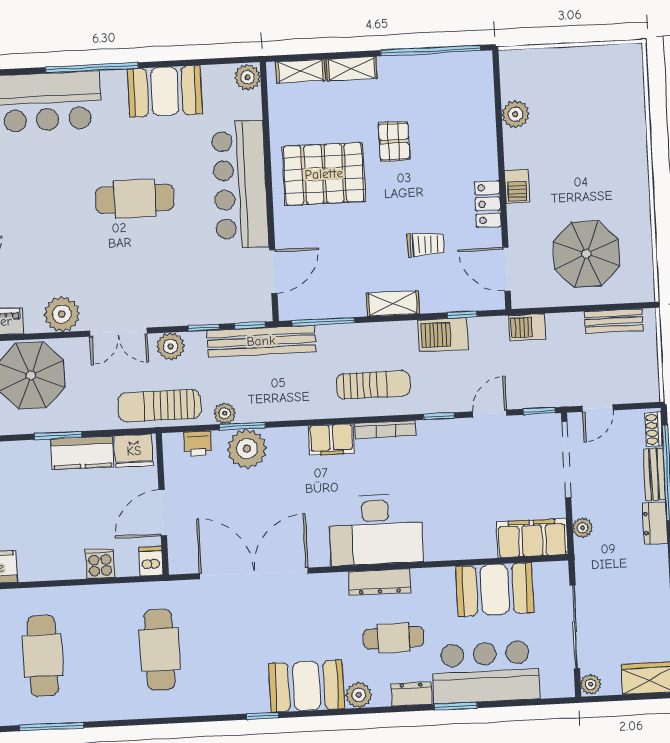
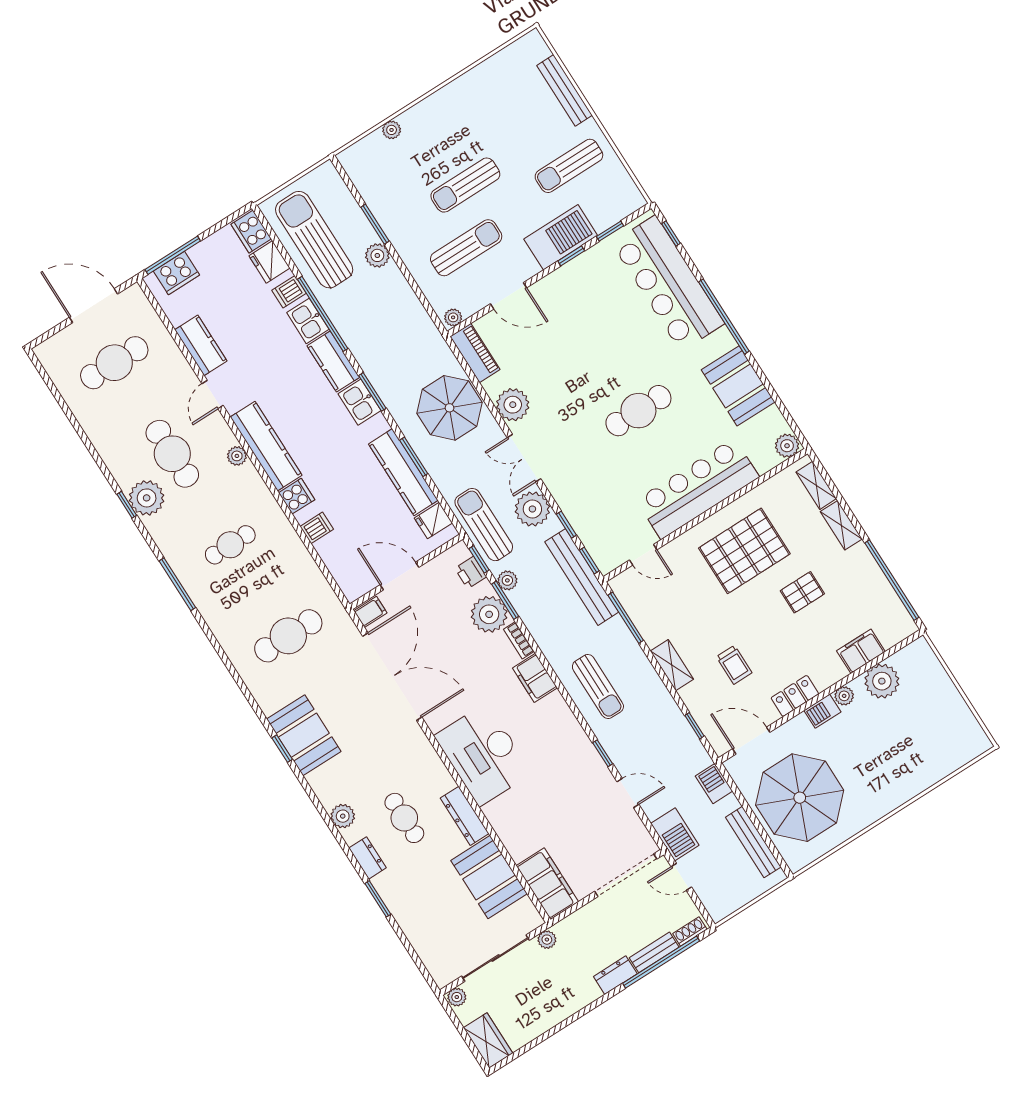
plant: (515, 114) -> (882, 681), width x1.36, depth x1.36
filing cabinet: (481, 118) -> (861, 651), added
plant: (514, 157) -> (844, 696), added
pallet: (324, 174) -> (744, 551), turned 90
cafe table: (135, 199) -> (638, 411), turned 90
parasol: (586, 254) -> (800, 798), width x1.36, depth x1.36
door: (506, 269) -> (751, 741), hinge flipped
door: (273, 271) -> (643, 555), width x0.73
bench: (614, 321) -> (753, 842), width x1.36
barbecue: (443, 335) -> (675, 834), moved, turned 180
plant: (170, 346) -> (532, 509), width x1.36, depth x1.36
window: (539, 411) -> (479, 559), moved
bookcase: (385, 430) -> (519, 640), moved, width x0.64
fridge: (134, 451) -> (433, 520), width x0.72
kitchen counter: (82, 453) -> (403, 472), width x1.50
plant: (583, 528) -> (547, 940), moved
filing cabinet: (181, 559) -> (370, 612), added
dishwasher: (151, 561) -> (317, 528), moved
cooker: (100, 564) -> (297, 496), moved
dresser: (379, 582) -> (465, 816), moved
cafe table: (43, 656) -> (230, 545), width x0.73, depth x0.74
bar counter: (486, 672) -> (419, 907), removed
booth: (307, 686) -> (304, 735), moved

